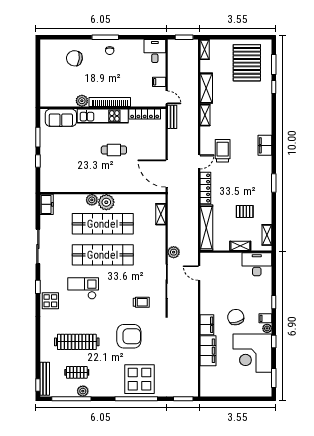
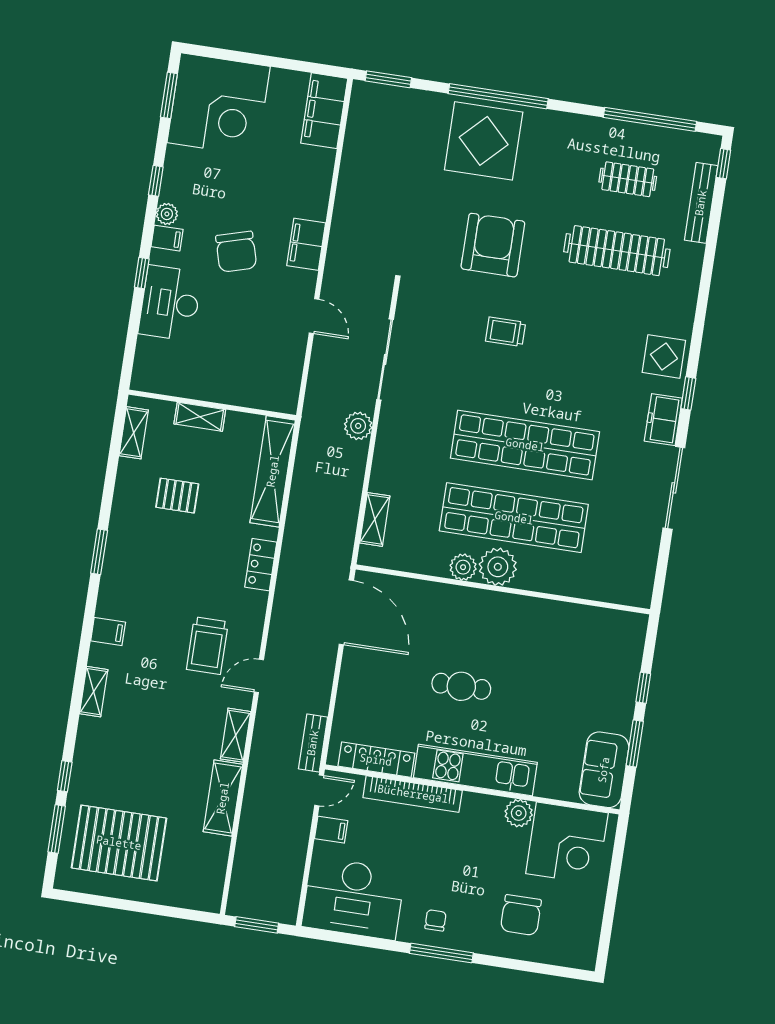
shelving: (205, 50) -> (94, 692), moved
desk: (155, 51) -> (353, 898), width x1.87, depth x1.30
chair: (74, 58) -> (521, 915), turned 83
pallet: (247, 63) -> (119, 843), turned 90
corner desk: (60, 91) -> (567, 843), added
door: (167, 97) -> (319, 790), swing flipped
bookcase: (110, 102) -> (413, 794), moved
sofa: (61, 118) -> (604, 770), moved, turned -90
filing cabinet: (265, 145) -> (108, 632), width x0.50
door: (199, 162) -> (259, 676), moved
locker: (205, 188) -> (261, 565), width x0.66
plant: (92, 200) -> (463, 567), moved
freezer: (47, 204) -> (663, 420), moved
desk: (257, 264) -> (170, 303), moved, turned 90
door: (199, 273) -> (314, 316), moved
checkout: (83, 288) -> (583, 373), removed
trolley: (141, 302) -> (506, 332), moved
armchair: (129, 336) -> (493, 245), turned 90
filing cabinet: (208, 351) -> (324, 111), moved
corner desk: (252, 353) -> (219, 105), moved, turned 90
bench: (45, 379) -> (701, 203), moved
plant: (83, 391) -> (620, 133), removed

